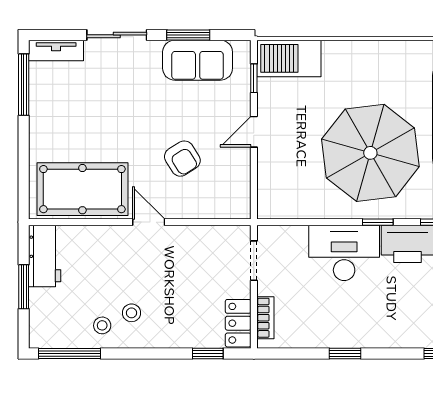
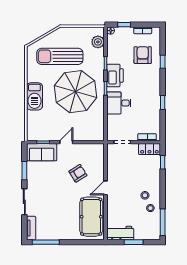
barbecue: (289, 58) -> (34, 96), moved
sofa: (198, 60) -> (42, 152), moved, turned 90
door: (254, 132) -> (66, 142), swing flipped
desk: (344, 253) -> (119, 103), width x0.73

